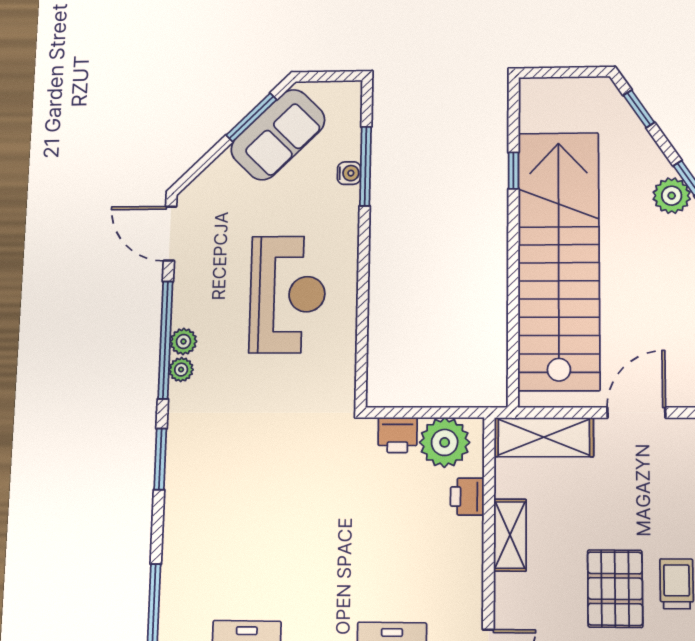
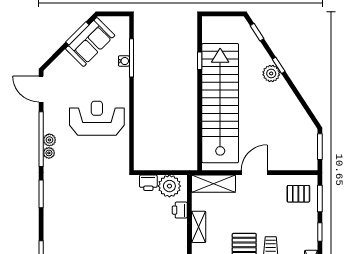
reception desk: (288, 294) -> (97, 118), turned -90

